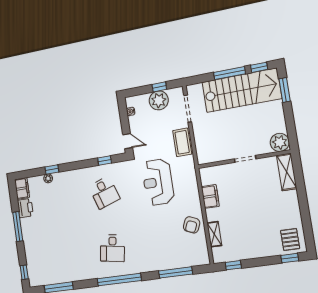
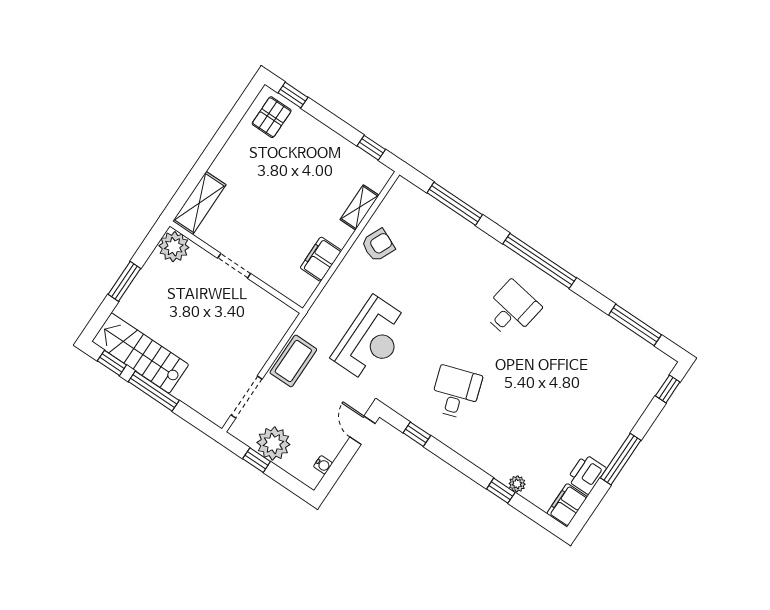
stairs: (242, 90) -> (140, 353), width x0.73, depth x0.66
window: (285, 90) -> (124, 281), moved

